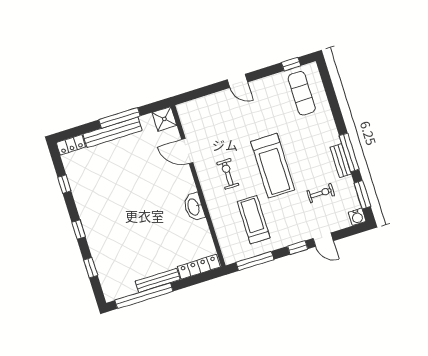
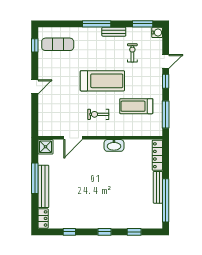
window: (349, 152) -> (97, 24), moved

